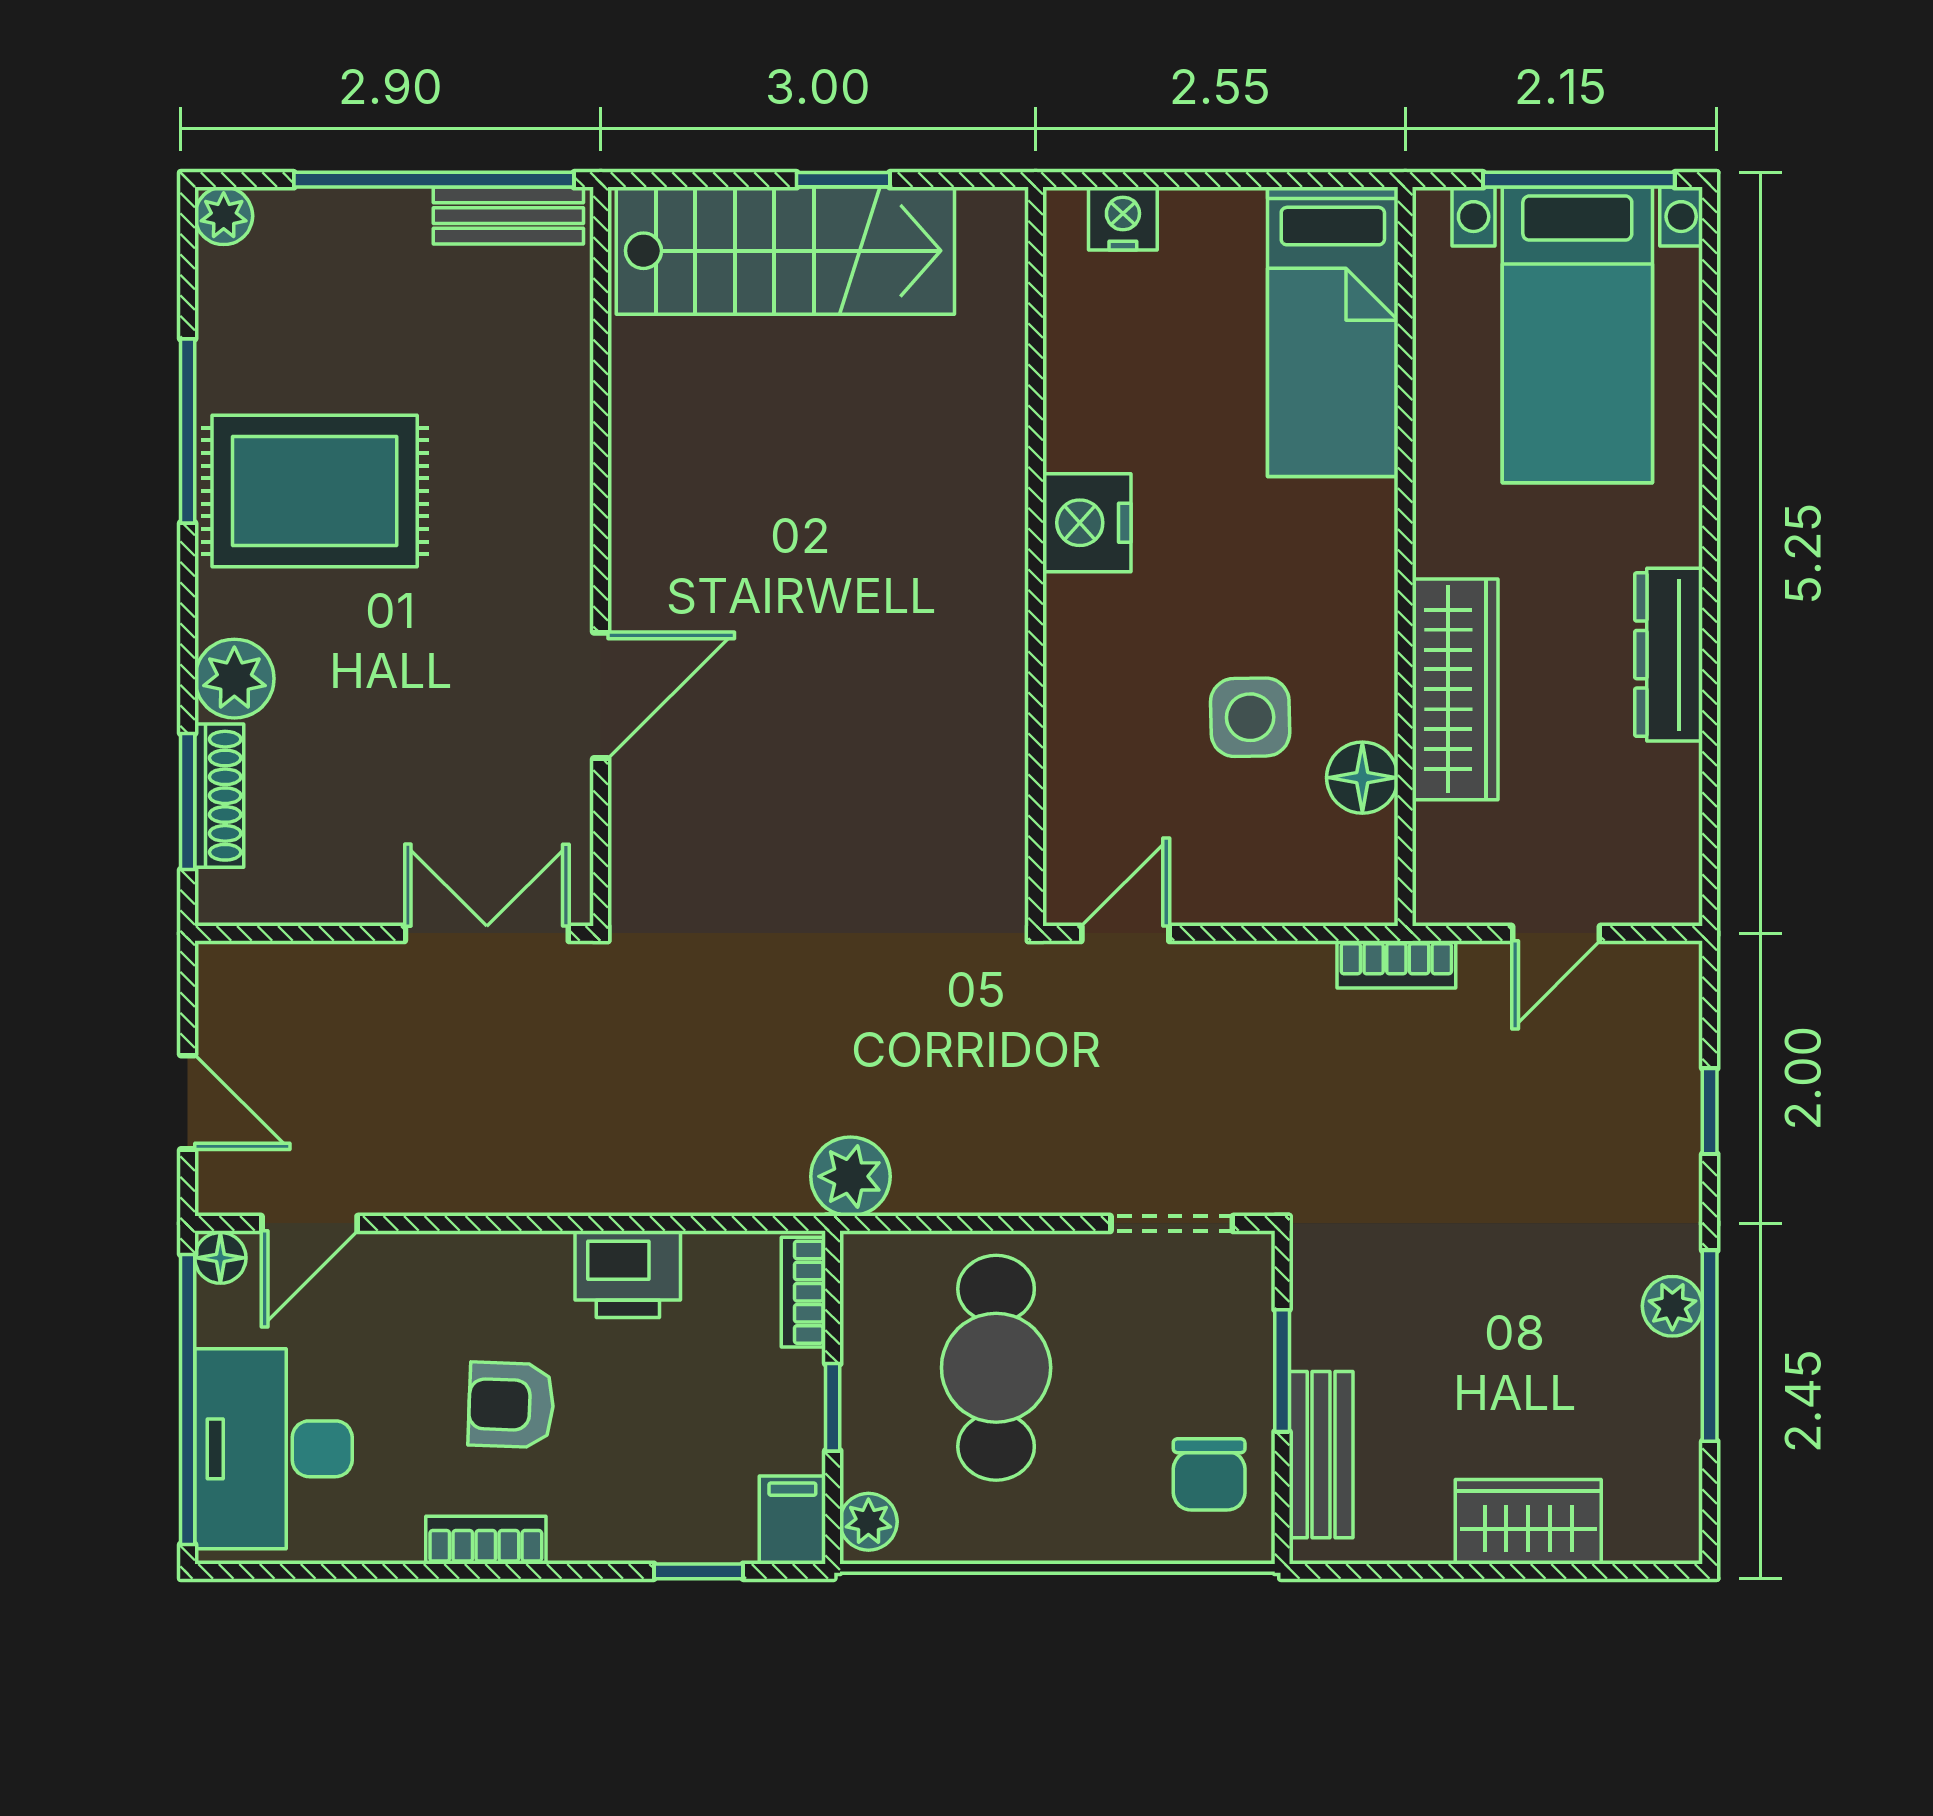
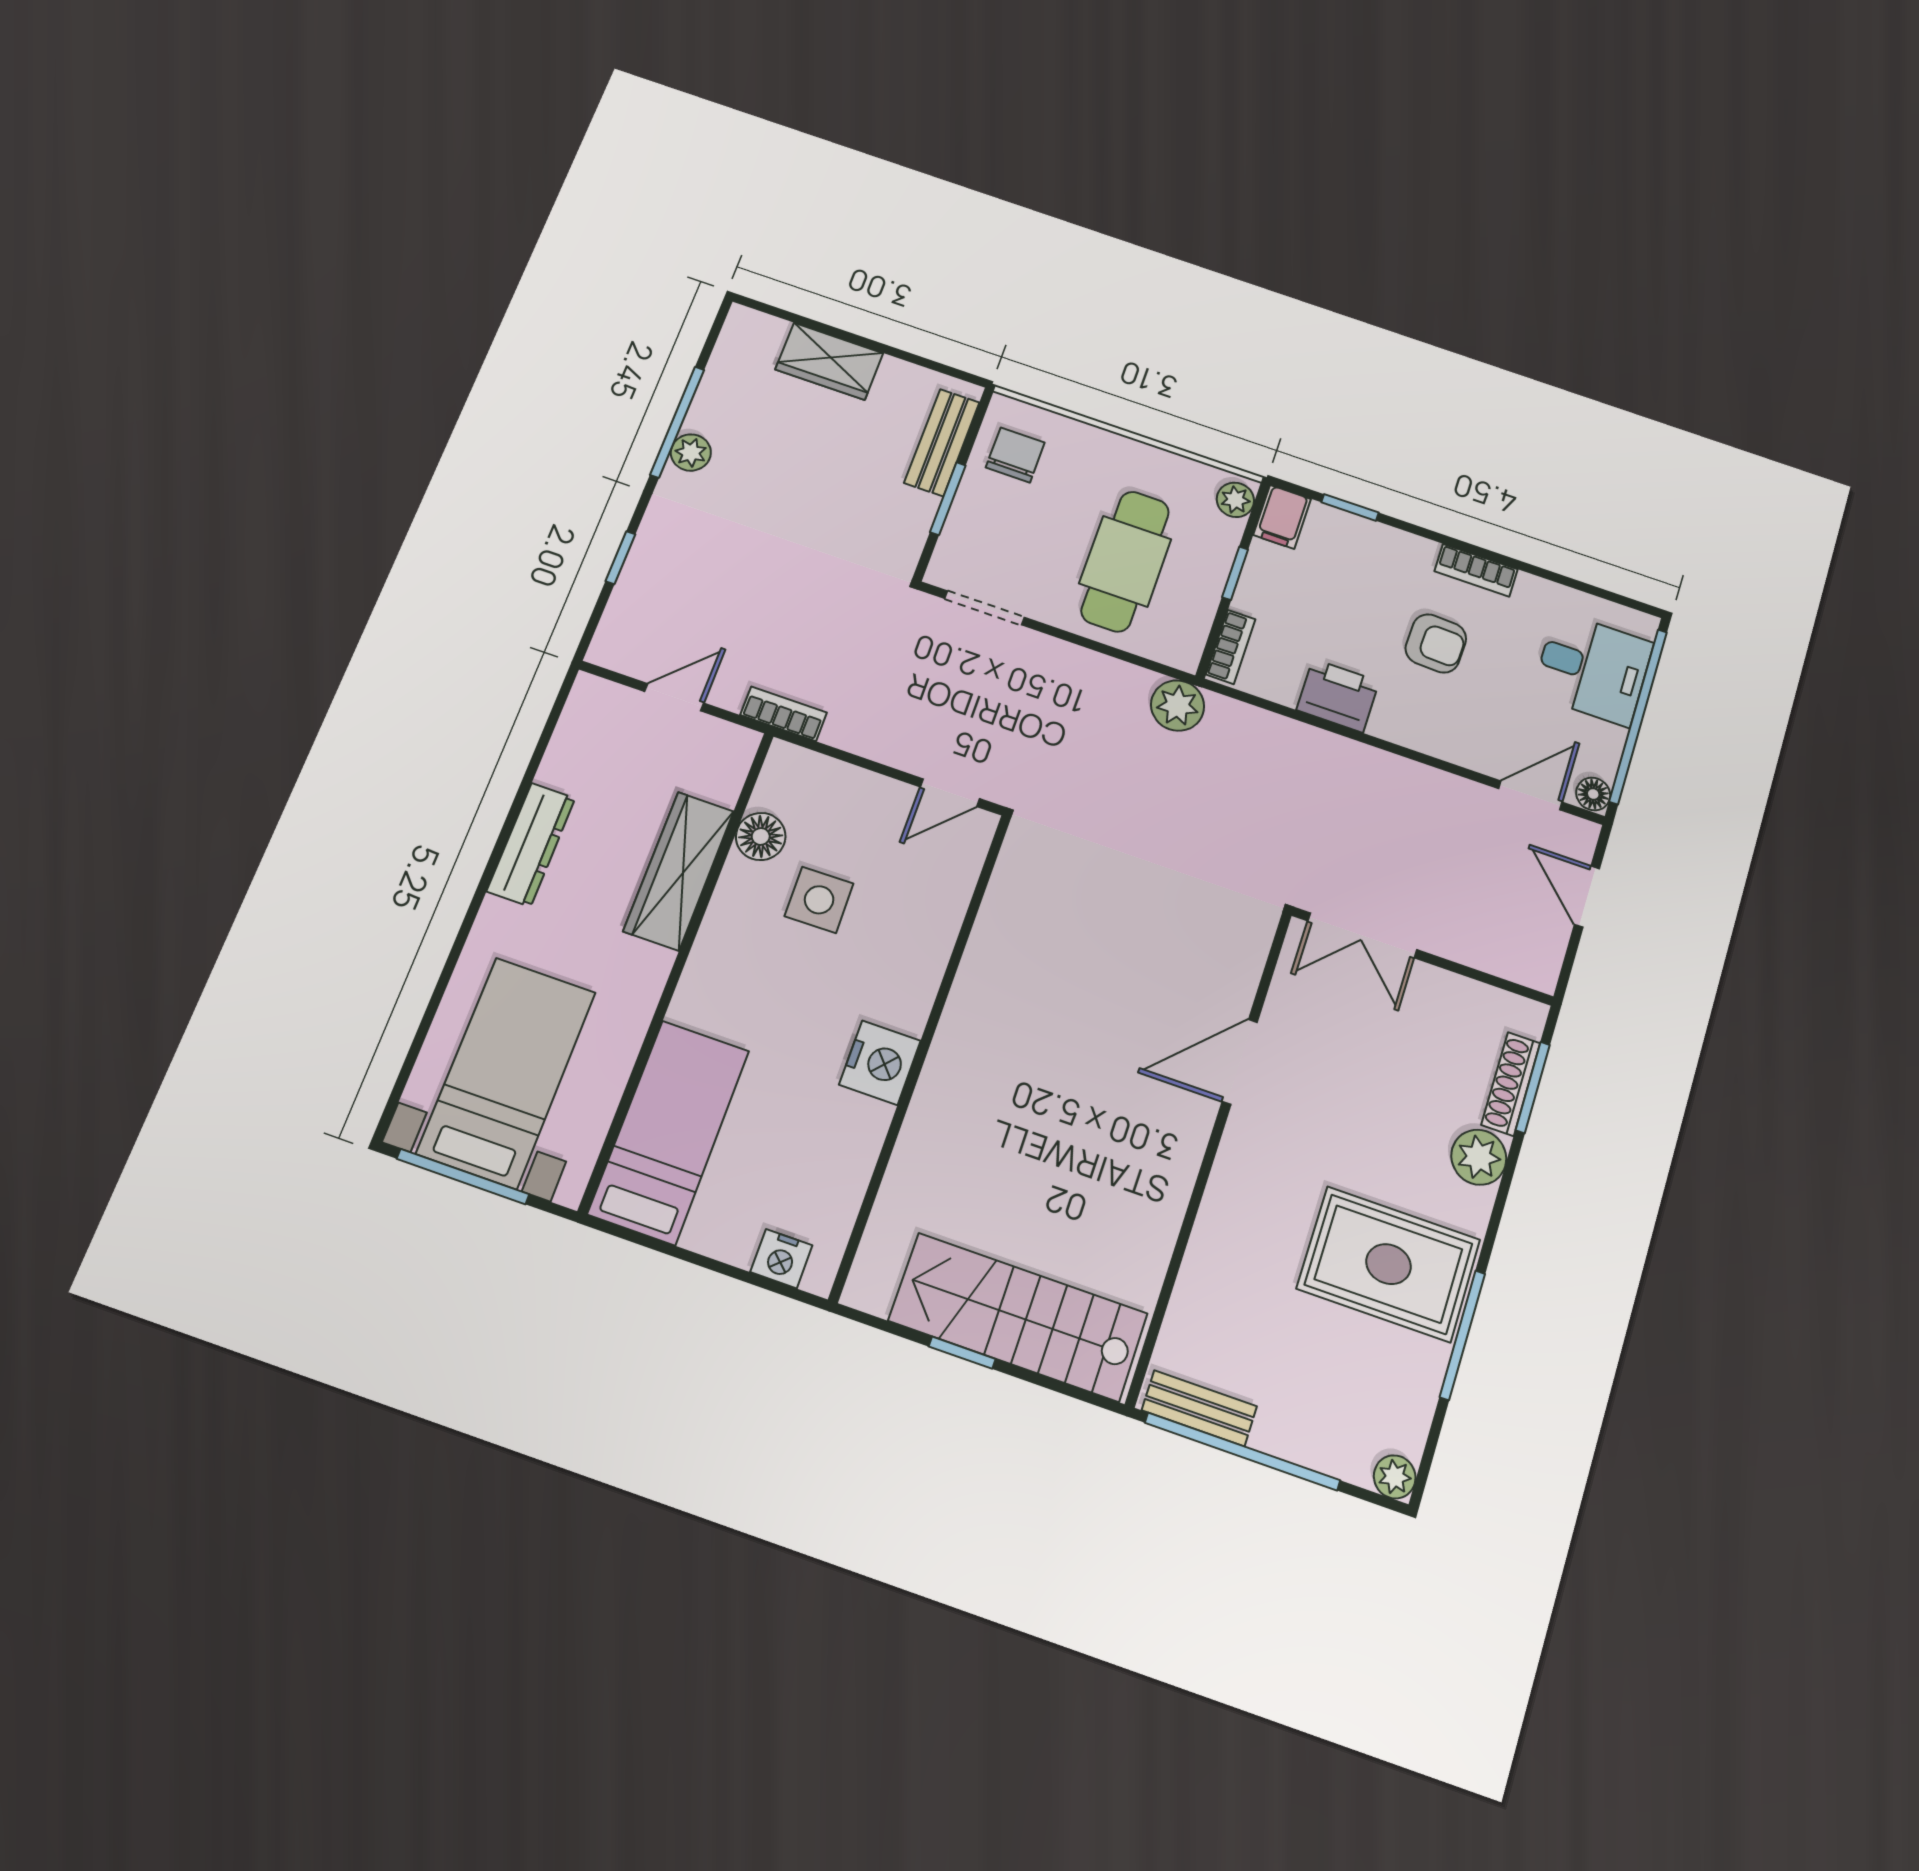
desk: (273, 1449) -> (1593, 669), width x0.73

